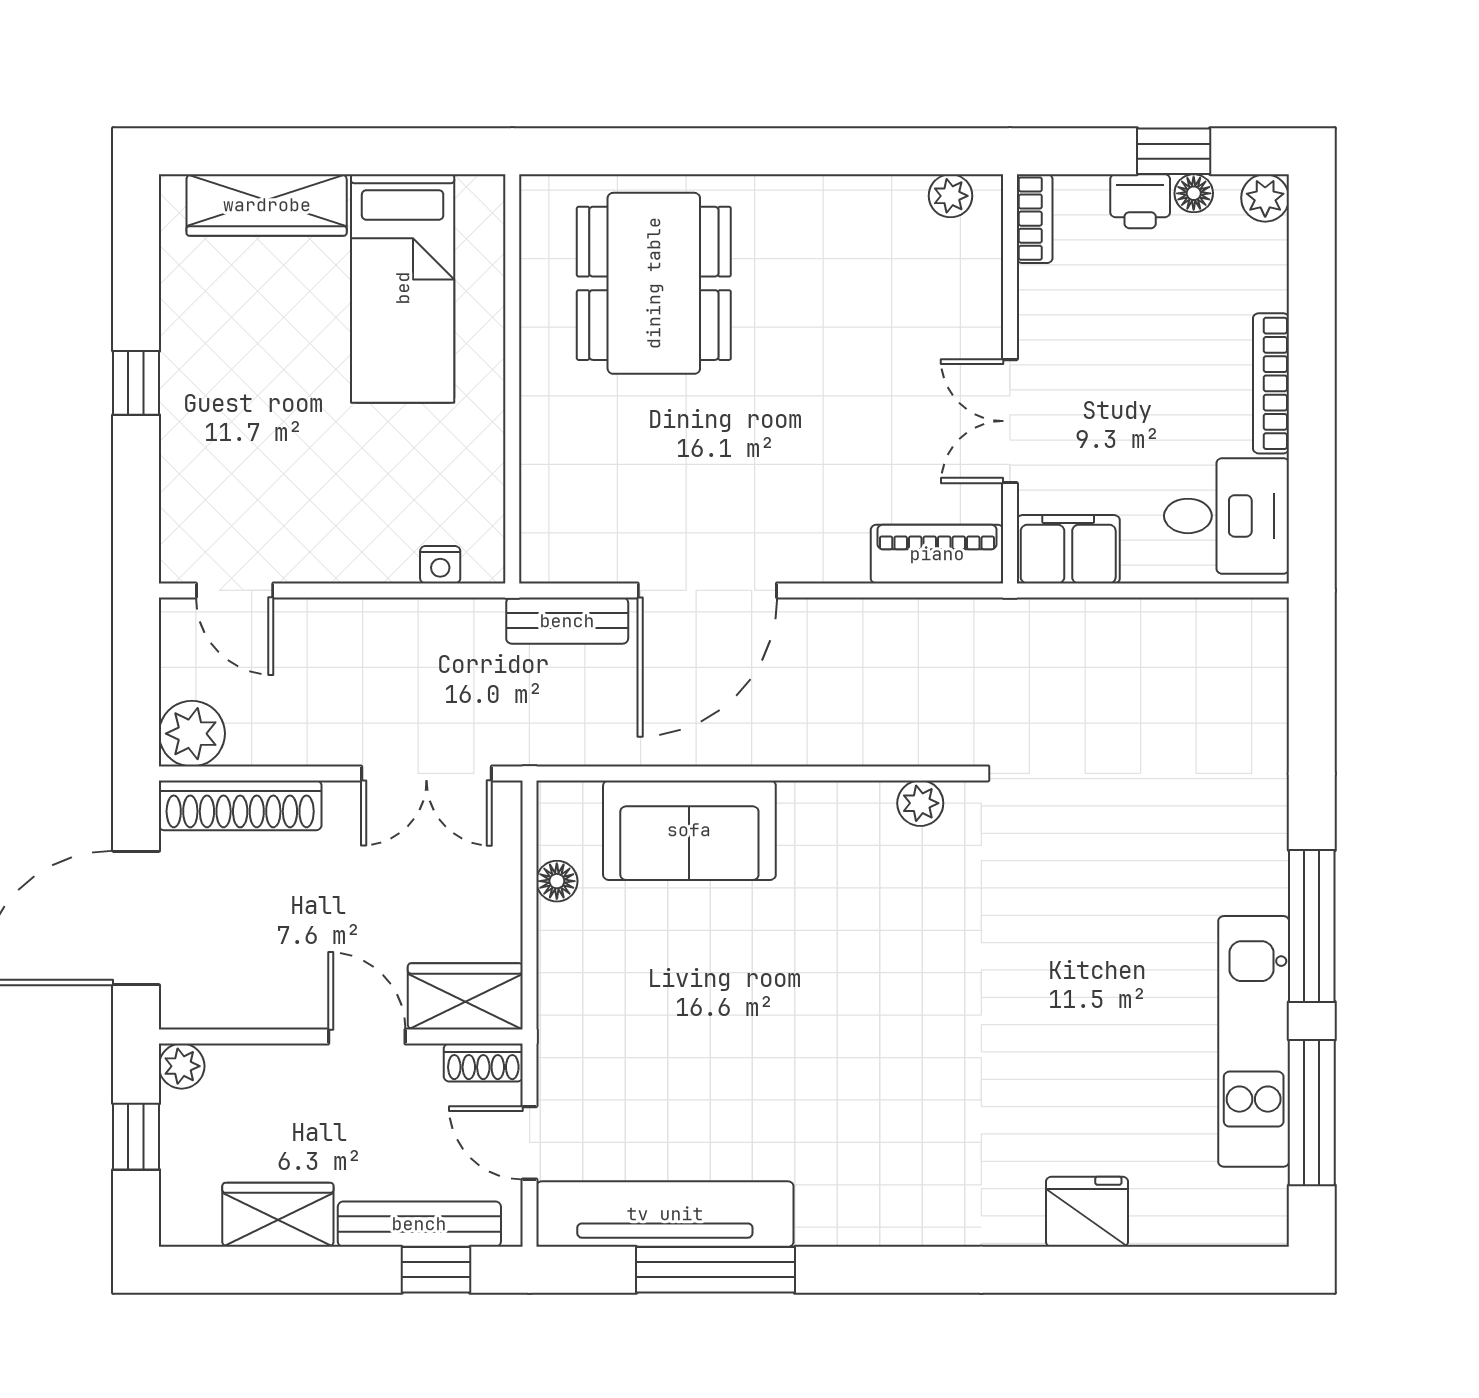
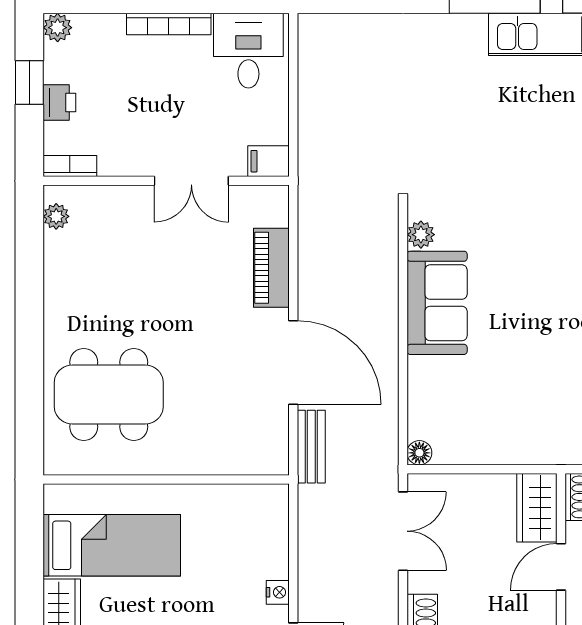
floor lamp: (1194, 193) -> (55, 70), removed
filing cabinet: (1068, 549) -> (268, 161), width x0.50
piano: (937, 554) -> (271, 268), moved
nightstand: (440, 565) -> (278, 592), moved
sofa: (689, 830) -> (437, 303), moved
floor lamp: (557, 881) -> (419, 453), moved

